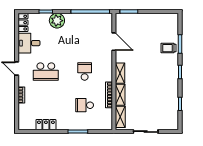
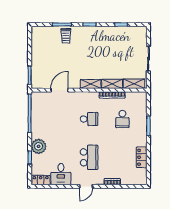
school desk: (85, 72) -> (89, 119), turned 180

